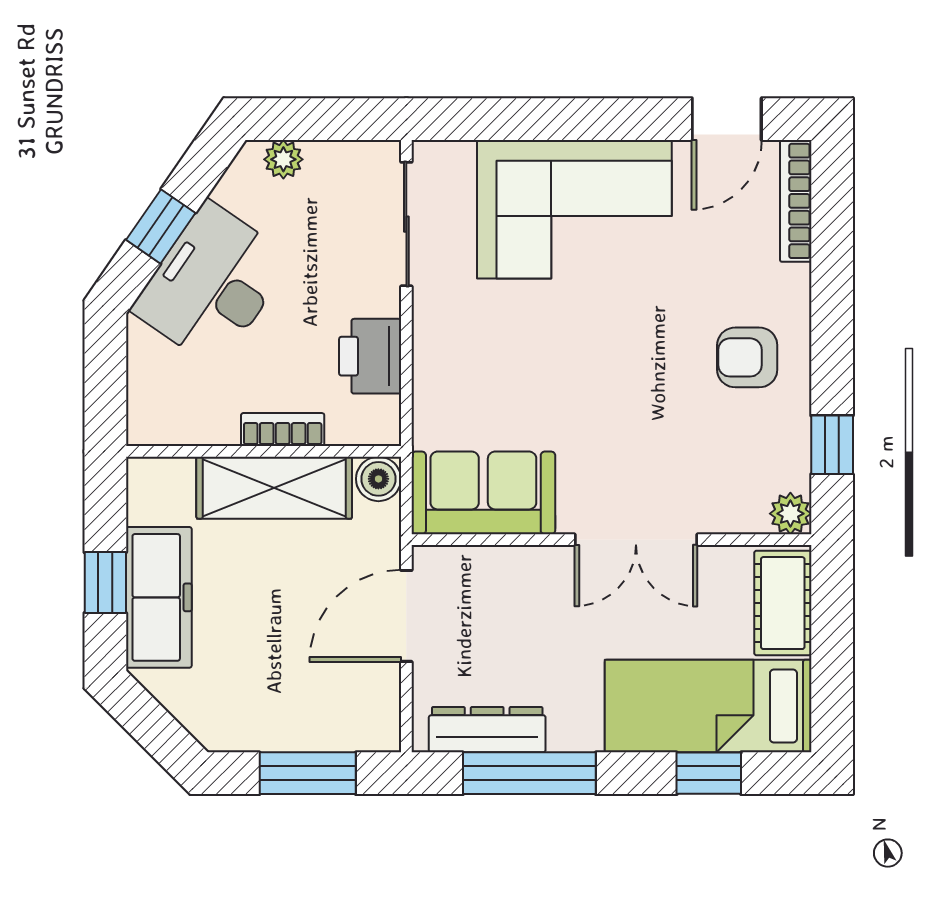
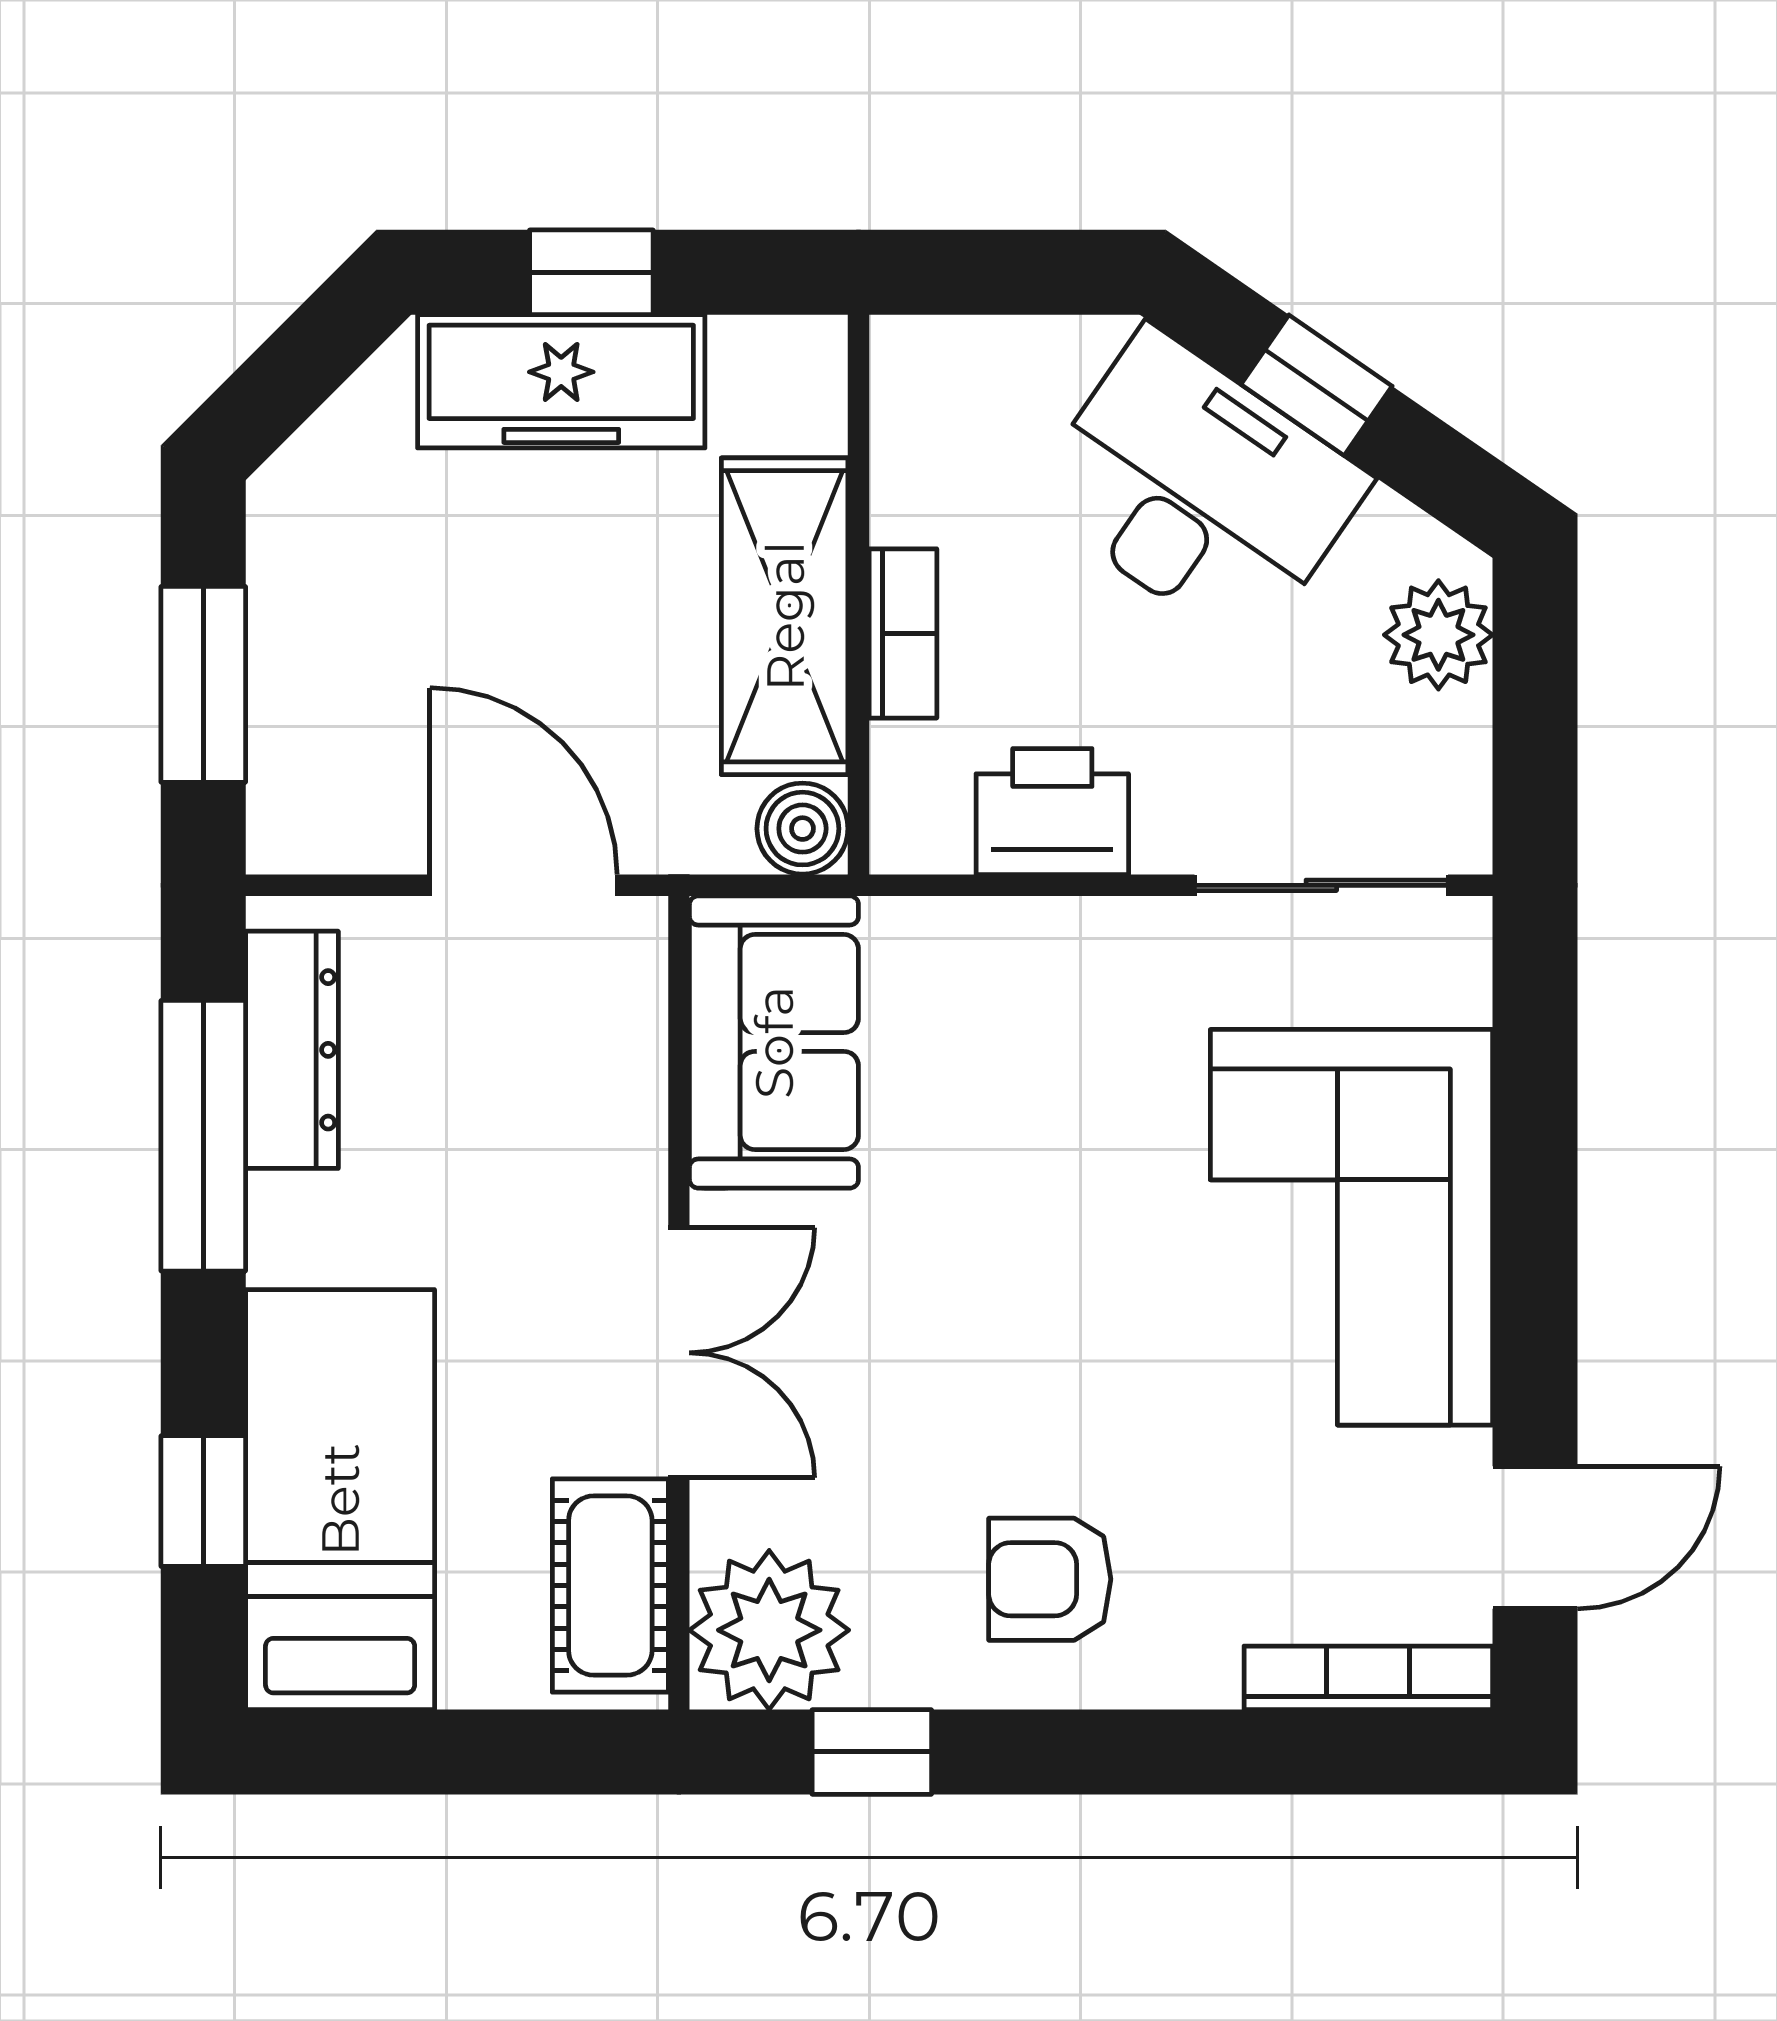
door: (727, 119) -> (1535, 1537), swing flipped
plant: (283, 159) -> (1438, 635), width x1.38, depth x1.38
armchair: (747, 357) -> (1050, 1579), turned -90
plant: (790, 514) -> (769, 1630), width x1.87, depth x1.87
double door: (636, 540) -> (679, 1353), swing flipped
cot: (783, 603) -> (610, 1586), moved, turned 90

